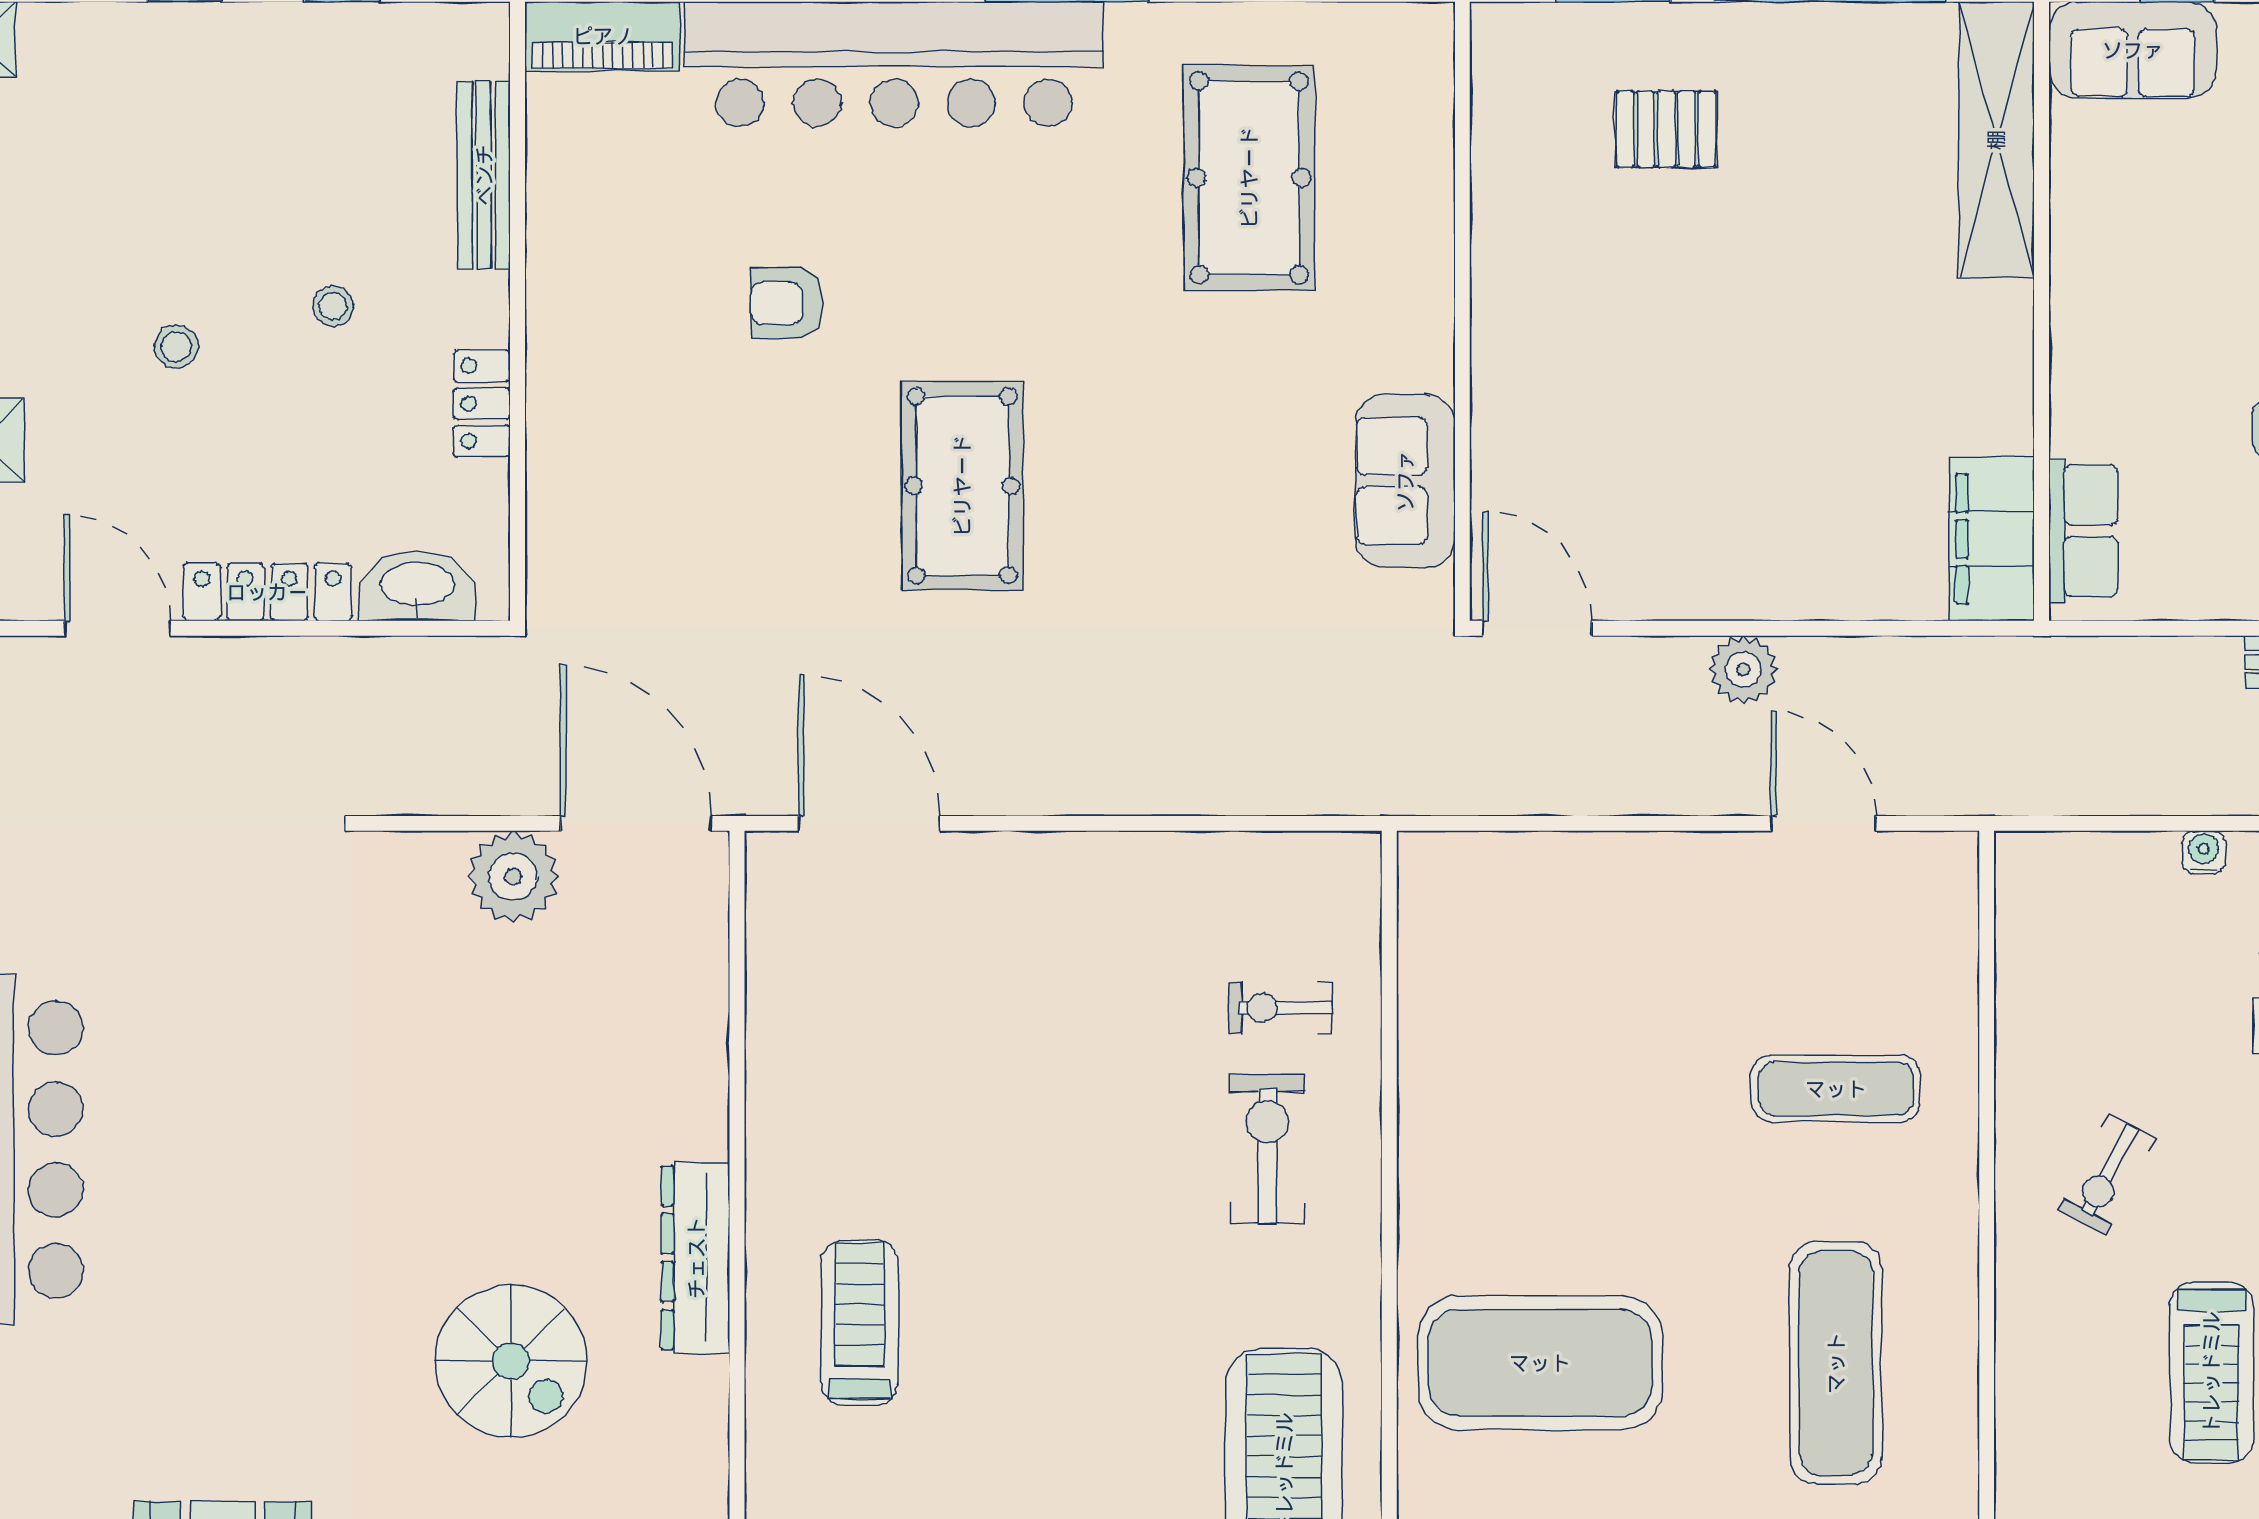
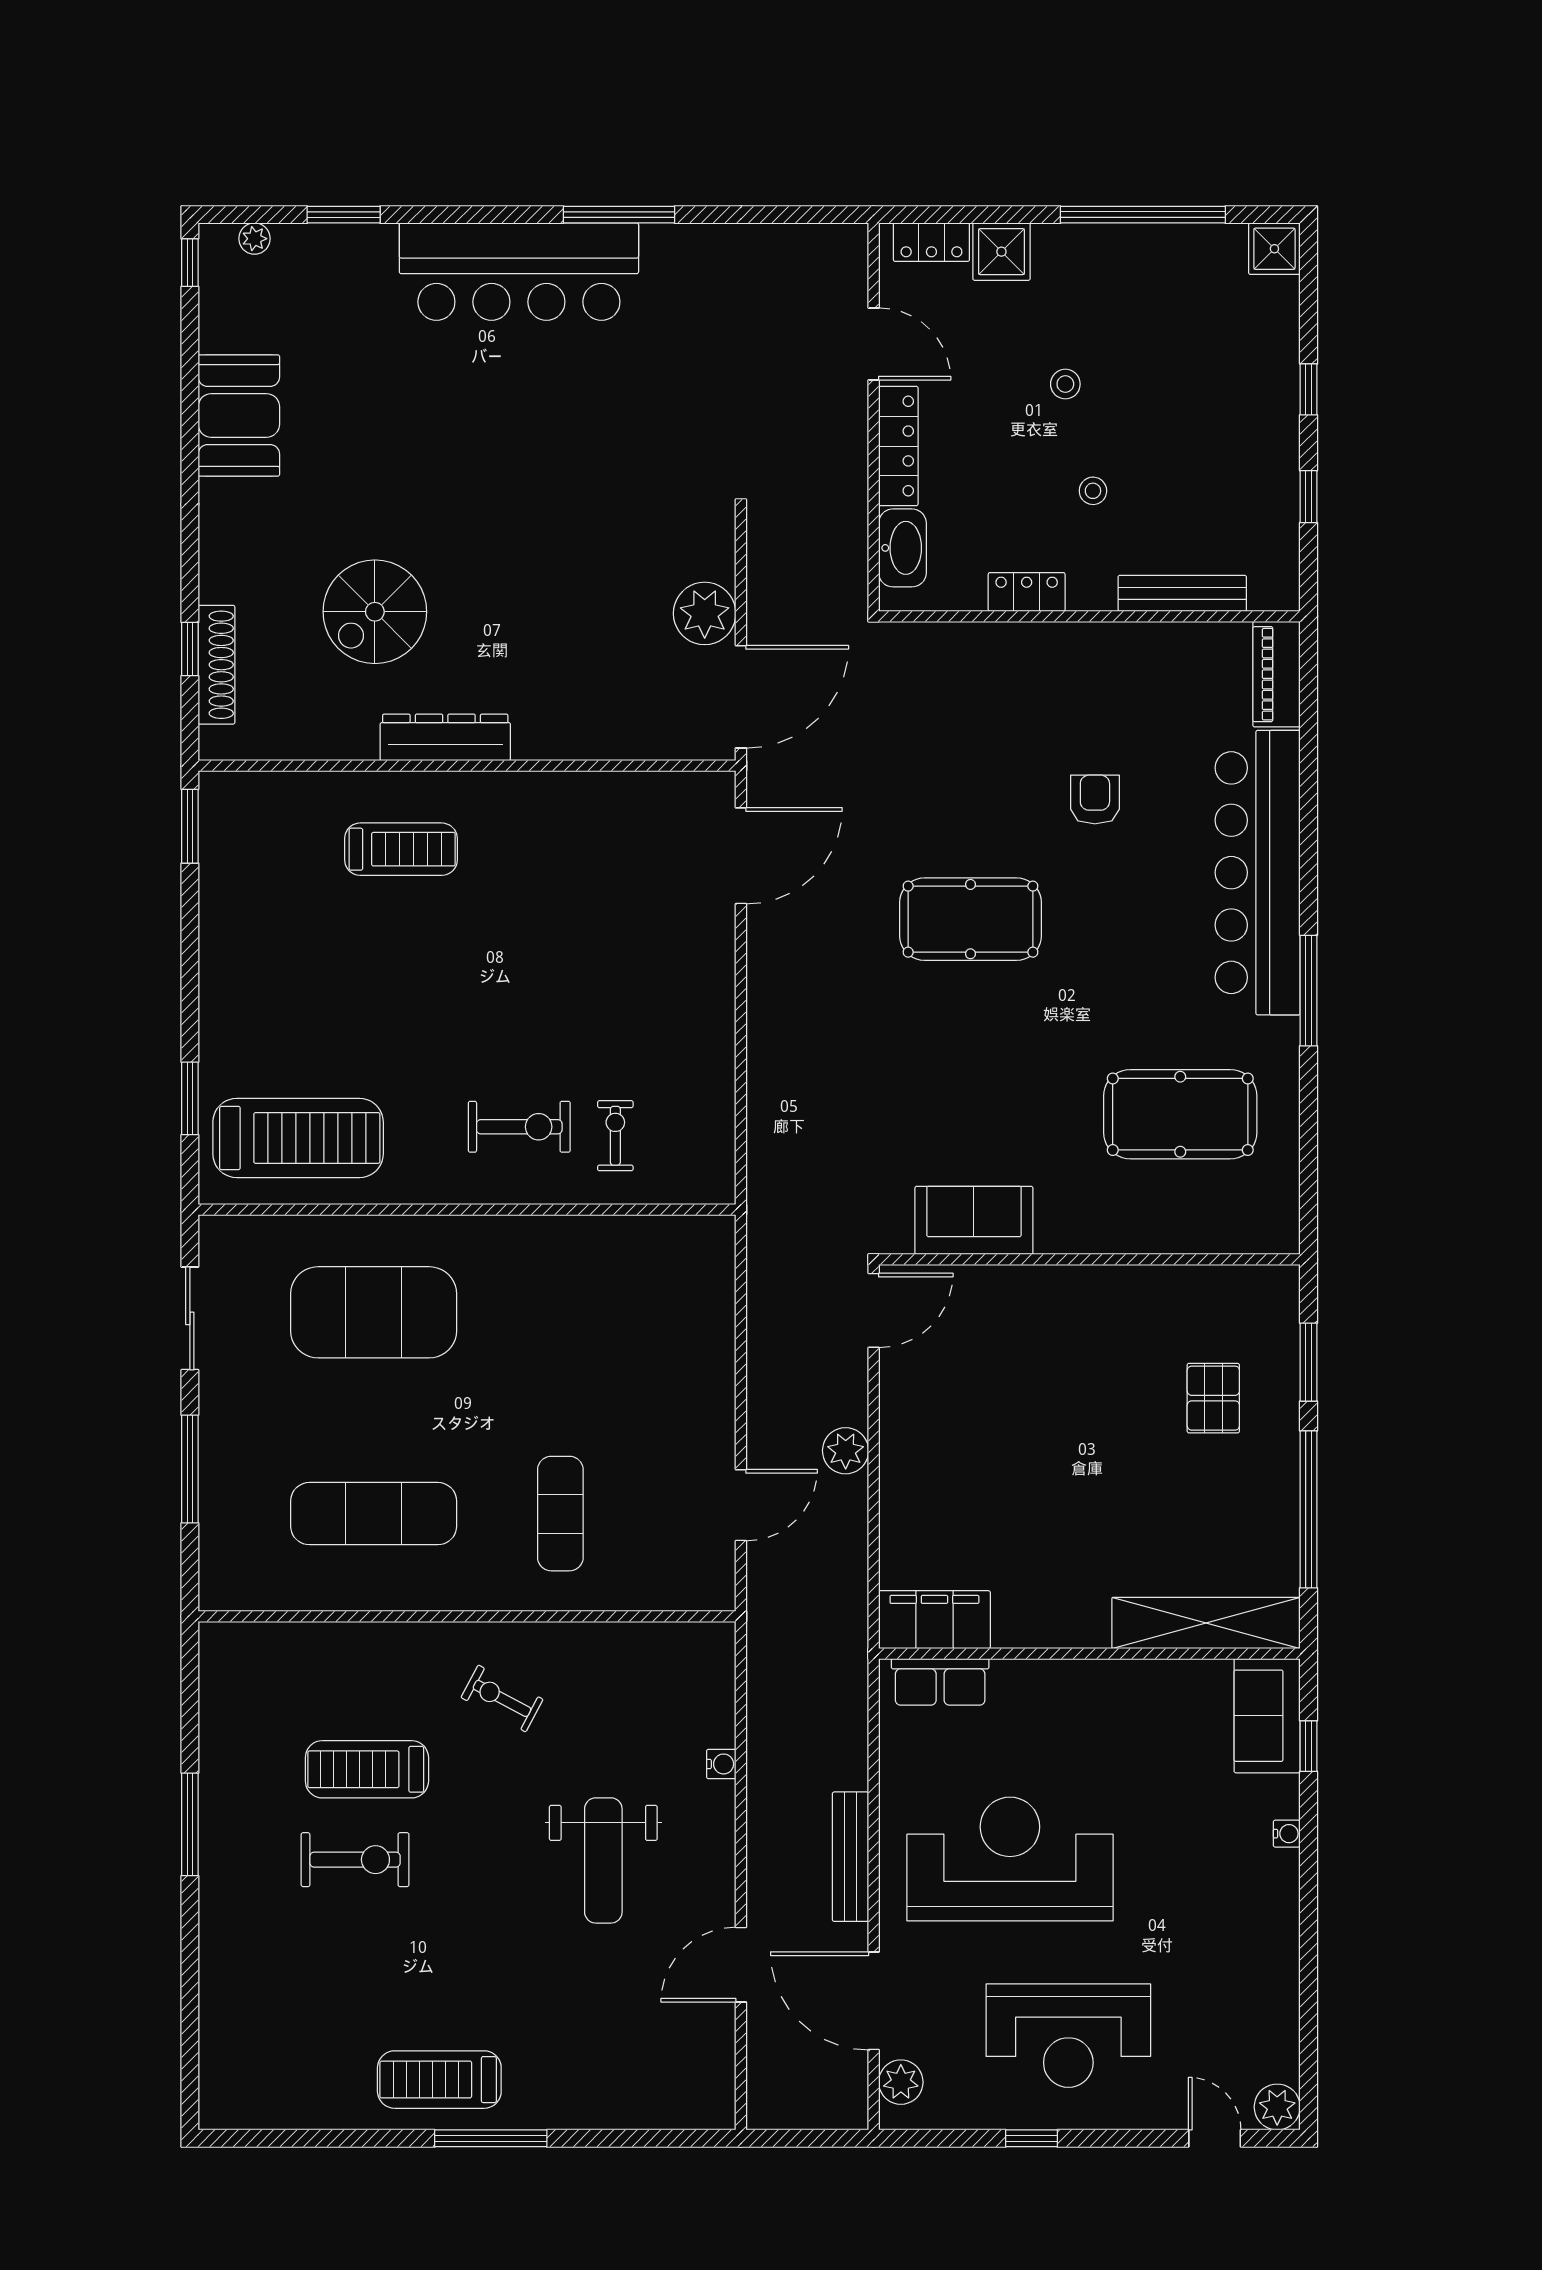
door: (117, 628) -> (874, 344), hinge flipped
exercise mat: (1540, 1363) -> (374, 1312), turned 90

